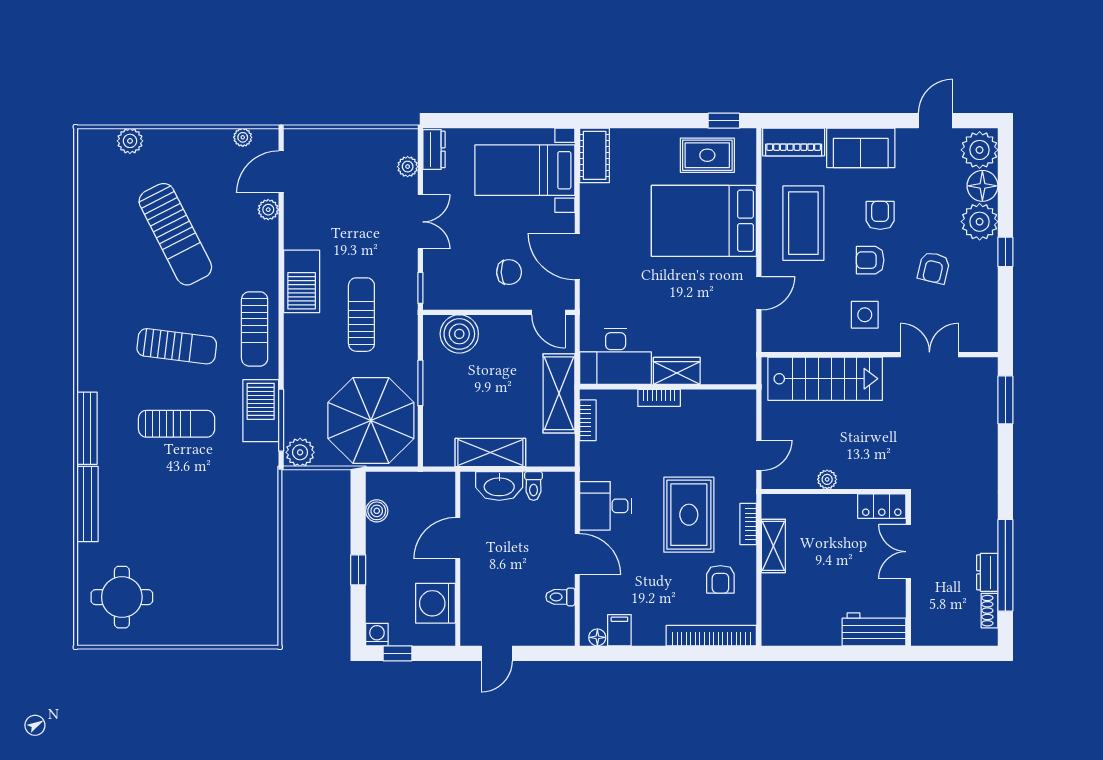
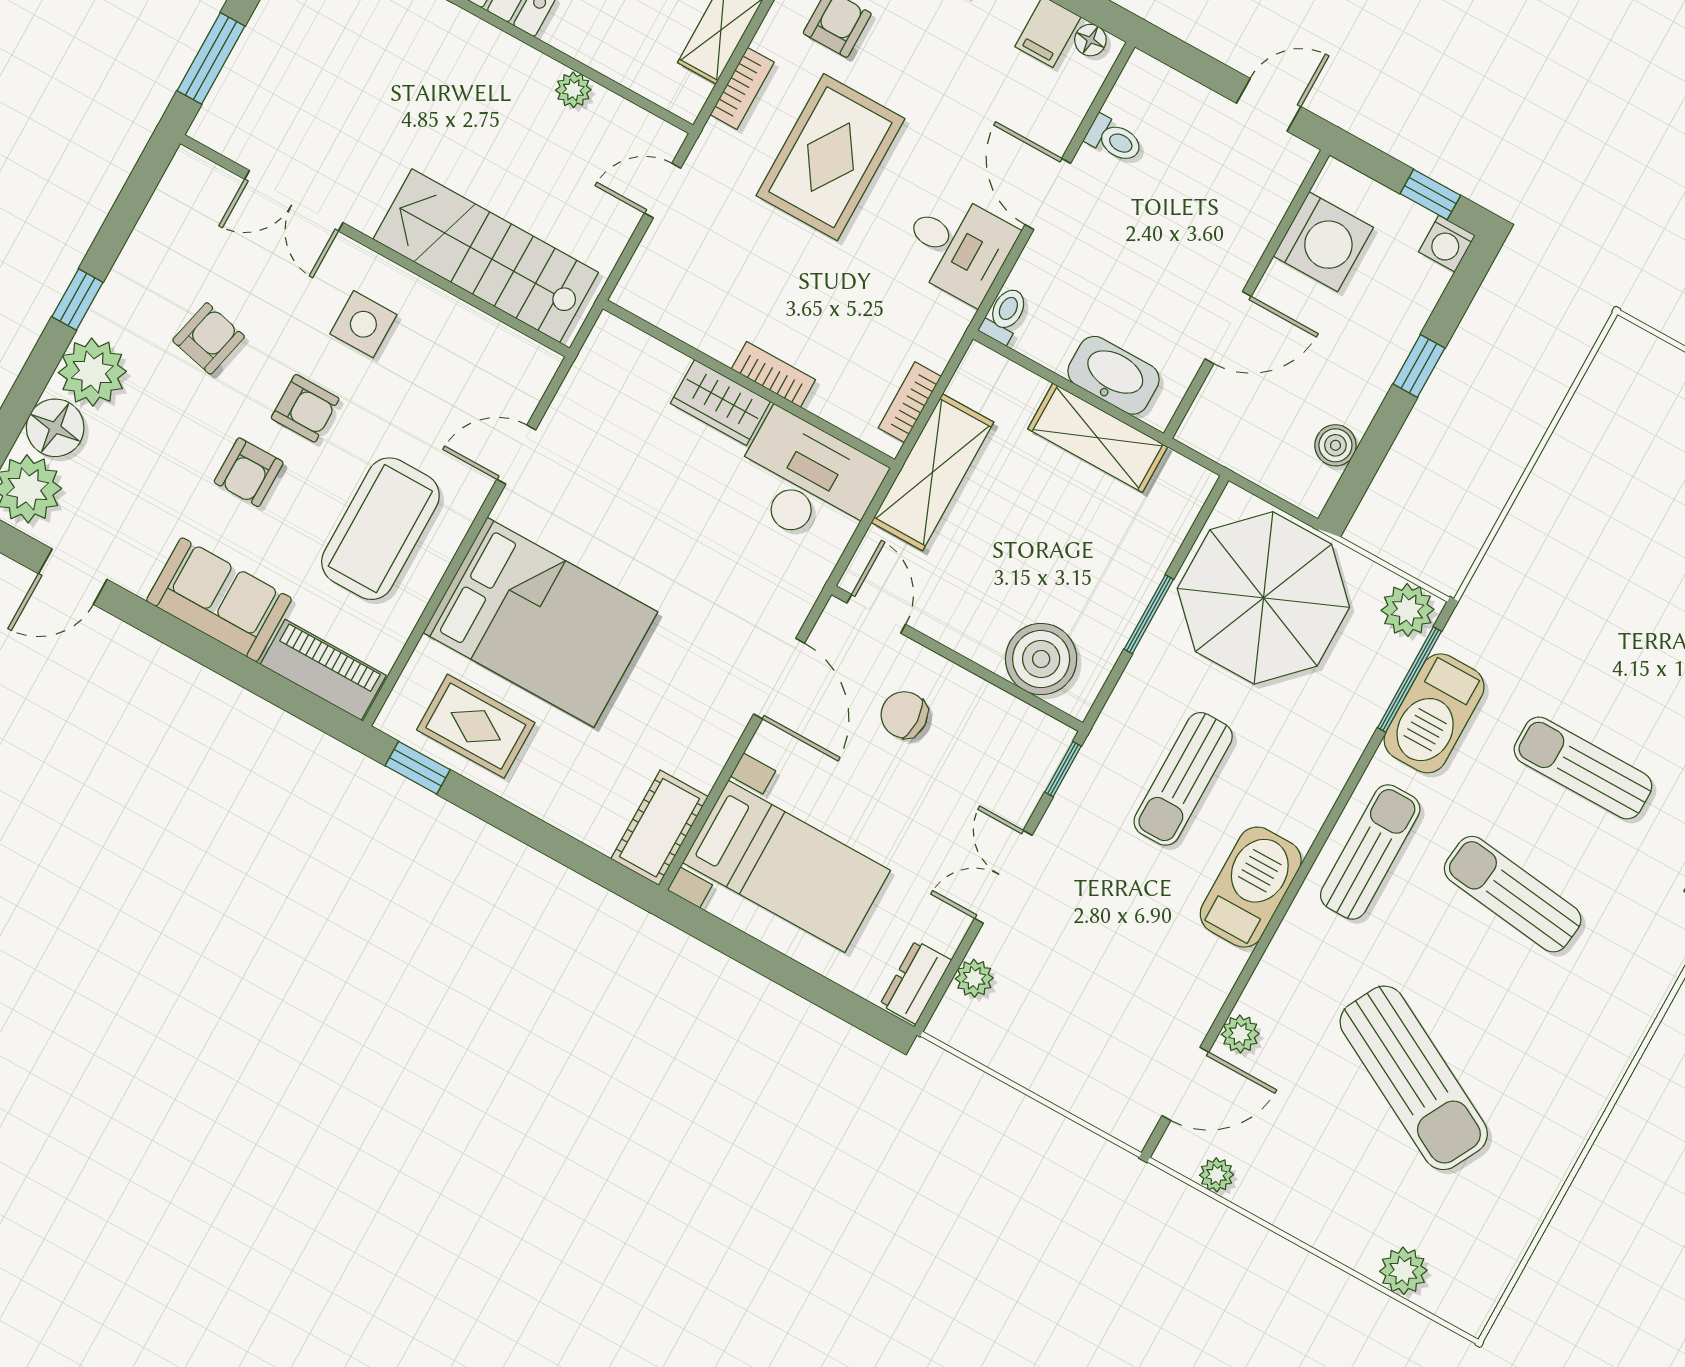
sun lounger: (175, 234) -> (1414, 1078), turned 145
toilet: (534, 486) -> (1005, 315), moved

